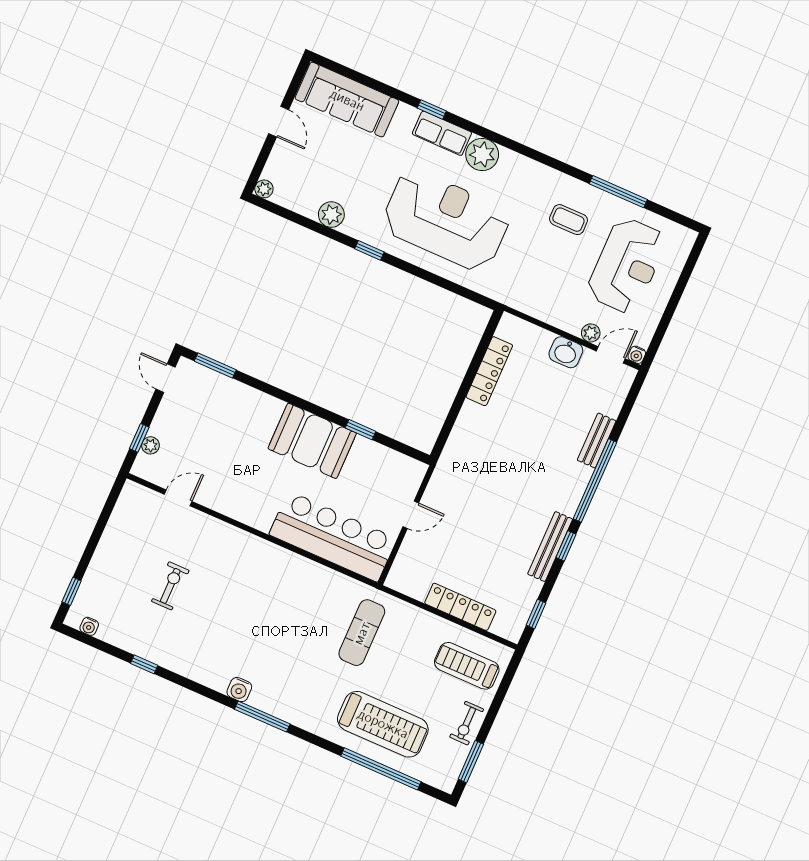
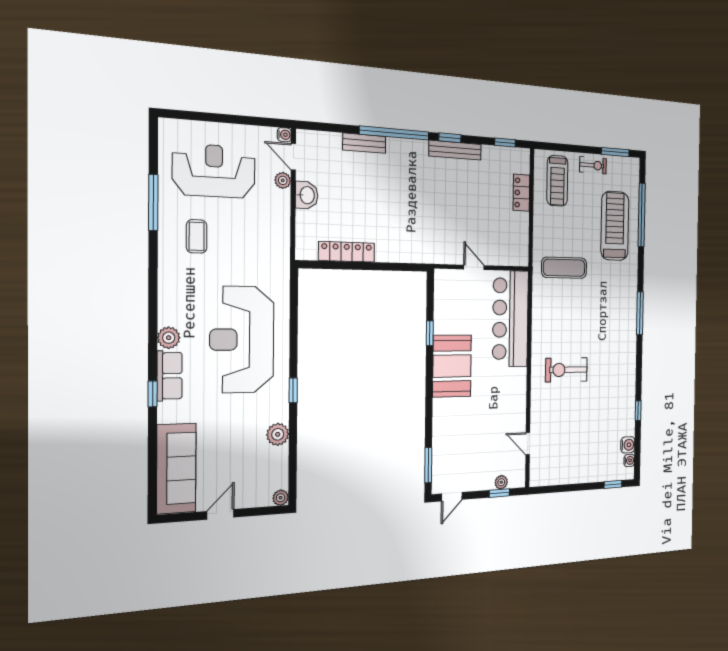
plant: (482, 155) -> (169, 338), width x0.73, depth x0.73
exercise bike: (170, 586) -> (566, 370), moved, width x1.38, depth x1.39
locker: (460, 607) -> (521, 193), width x0.66
water cooler: (239, 690) -> (628, 445), moved

